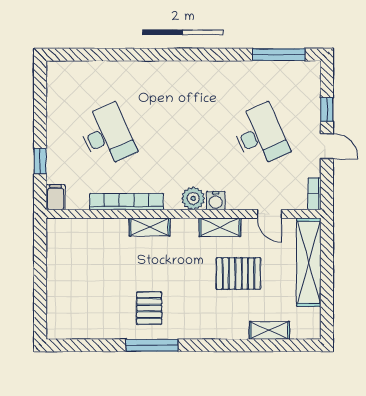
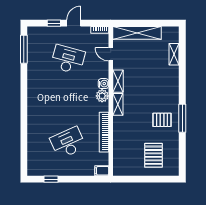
desk: (260, 135) -> (68, 59), turned 39
window: (40, 161) -> (51, 179), moved
door: (269, 214) -> (111, 54), swing flipped
shelving: (150, 227) -> (118, 104), moved
pallet: (238, 274) -> (153, 155), moved

